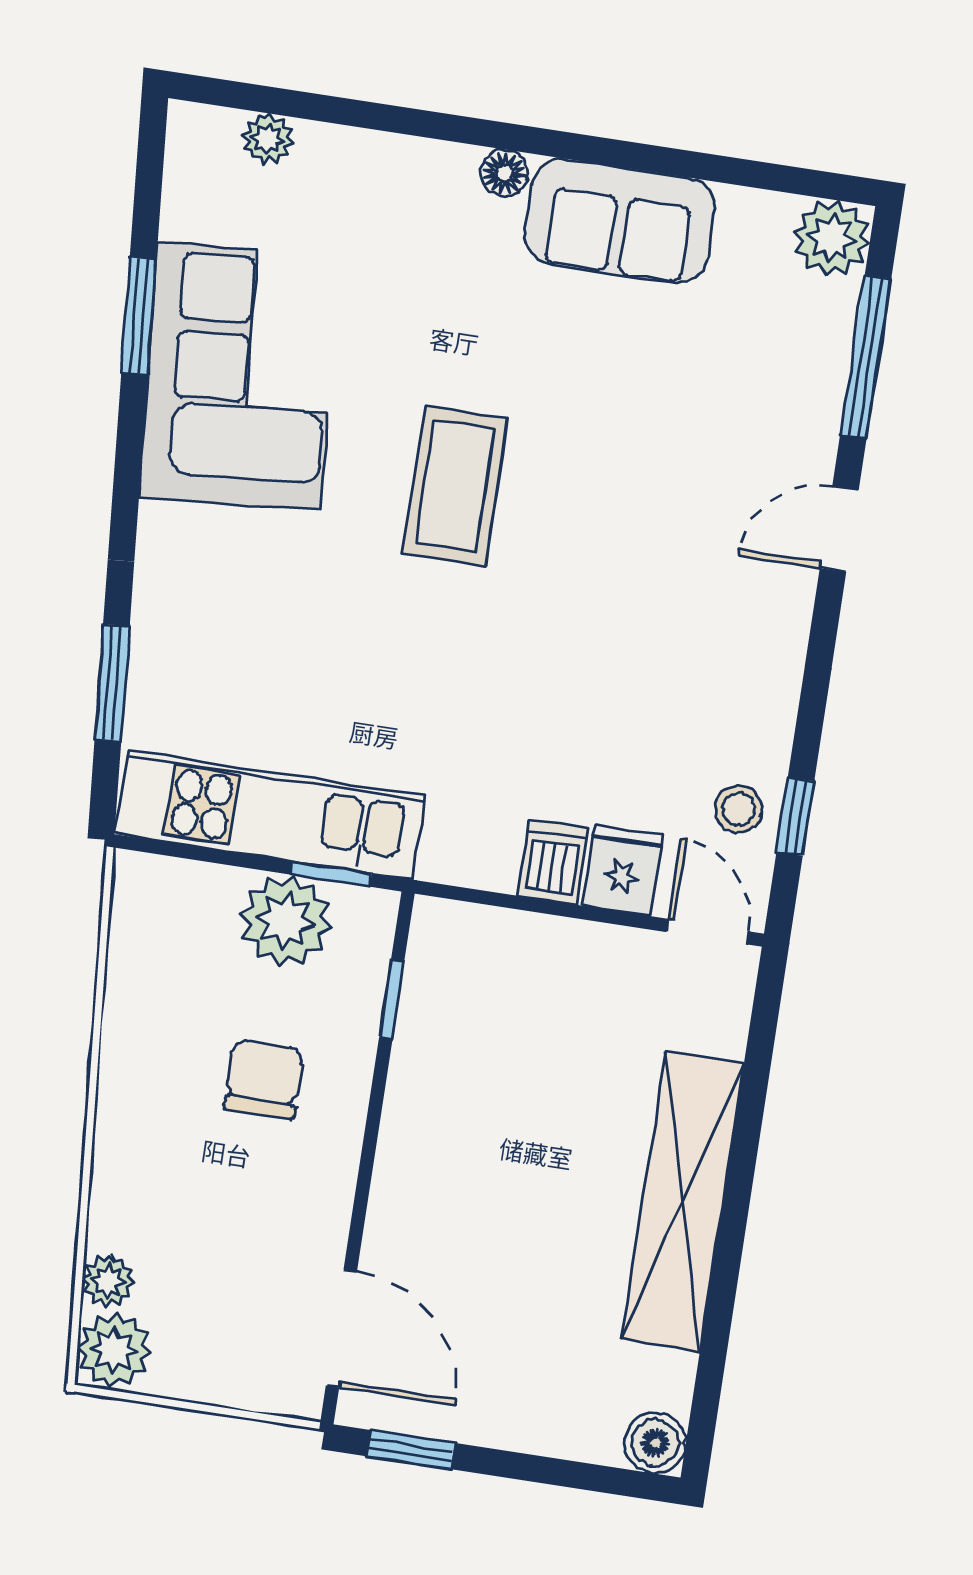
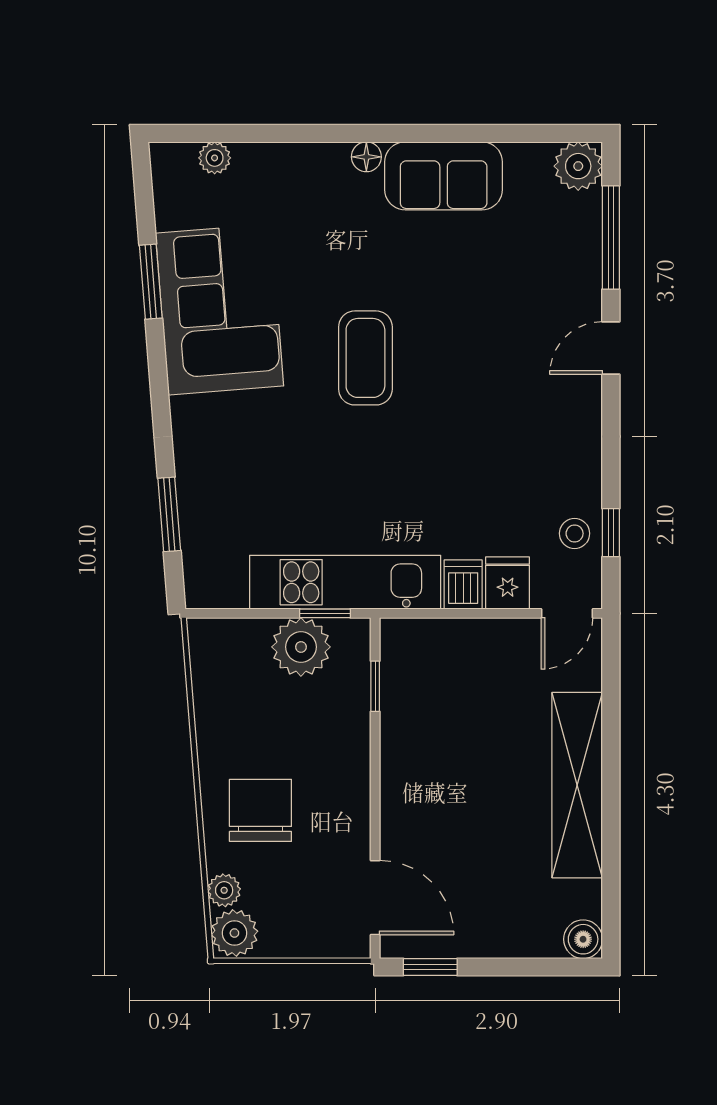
kitchen unit: (270, 815) -> (345, 582), moved
door: (708, 932) -> (567, 613), swing flipped
chair: (264, 1079) -> (260, 810), moved, width x1.37, depth x1.37

